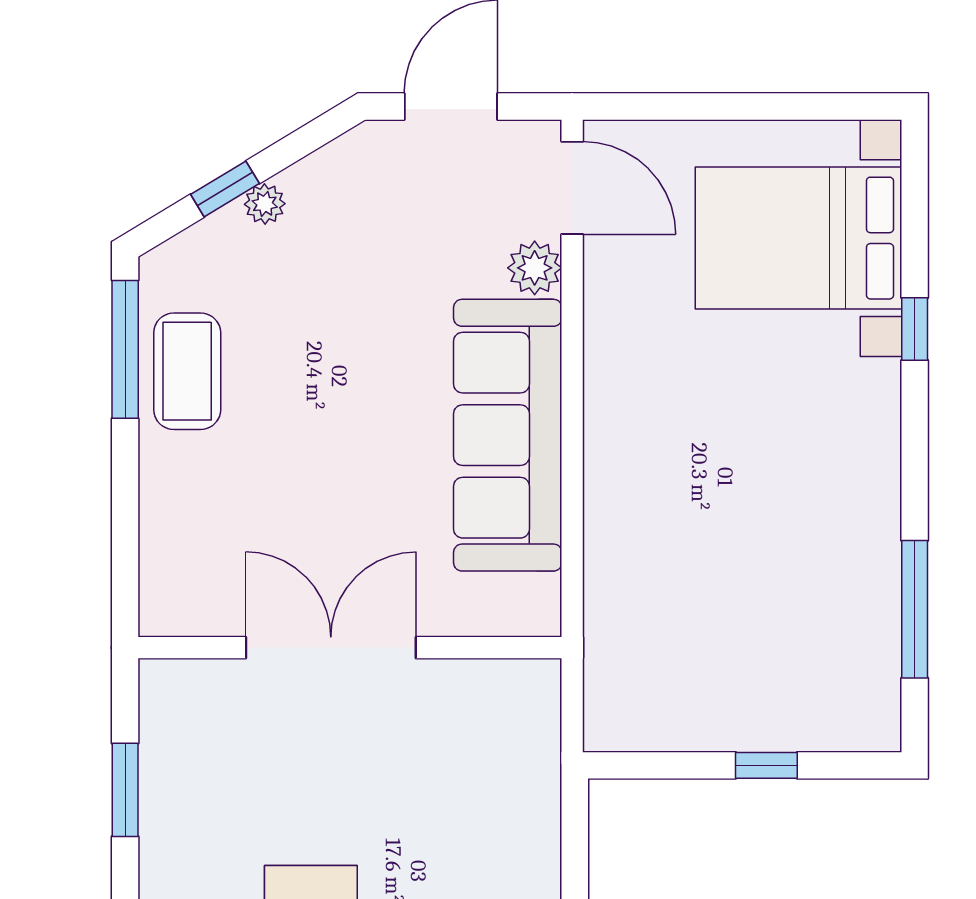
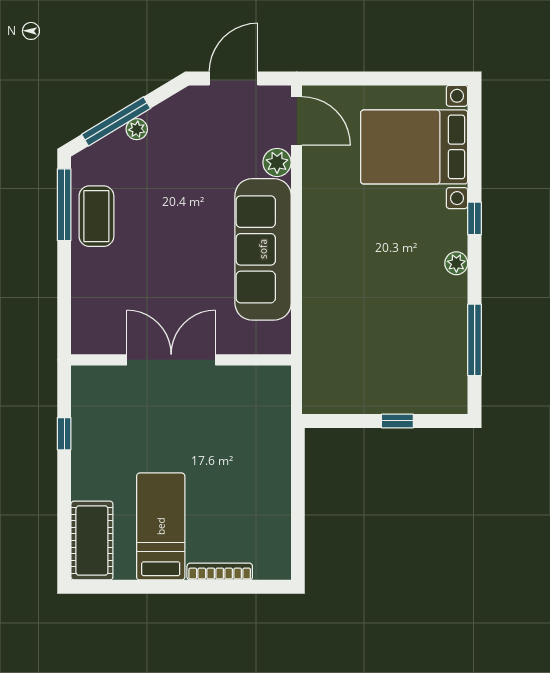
window: (225, 189) -> (116, 121), width x2.17
window: (915, 329) -> (475, 218), moved
plant: (880, 462) -> (456, 263), added
window: (125, 790) -> (64, 434), width x0.67

